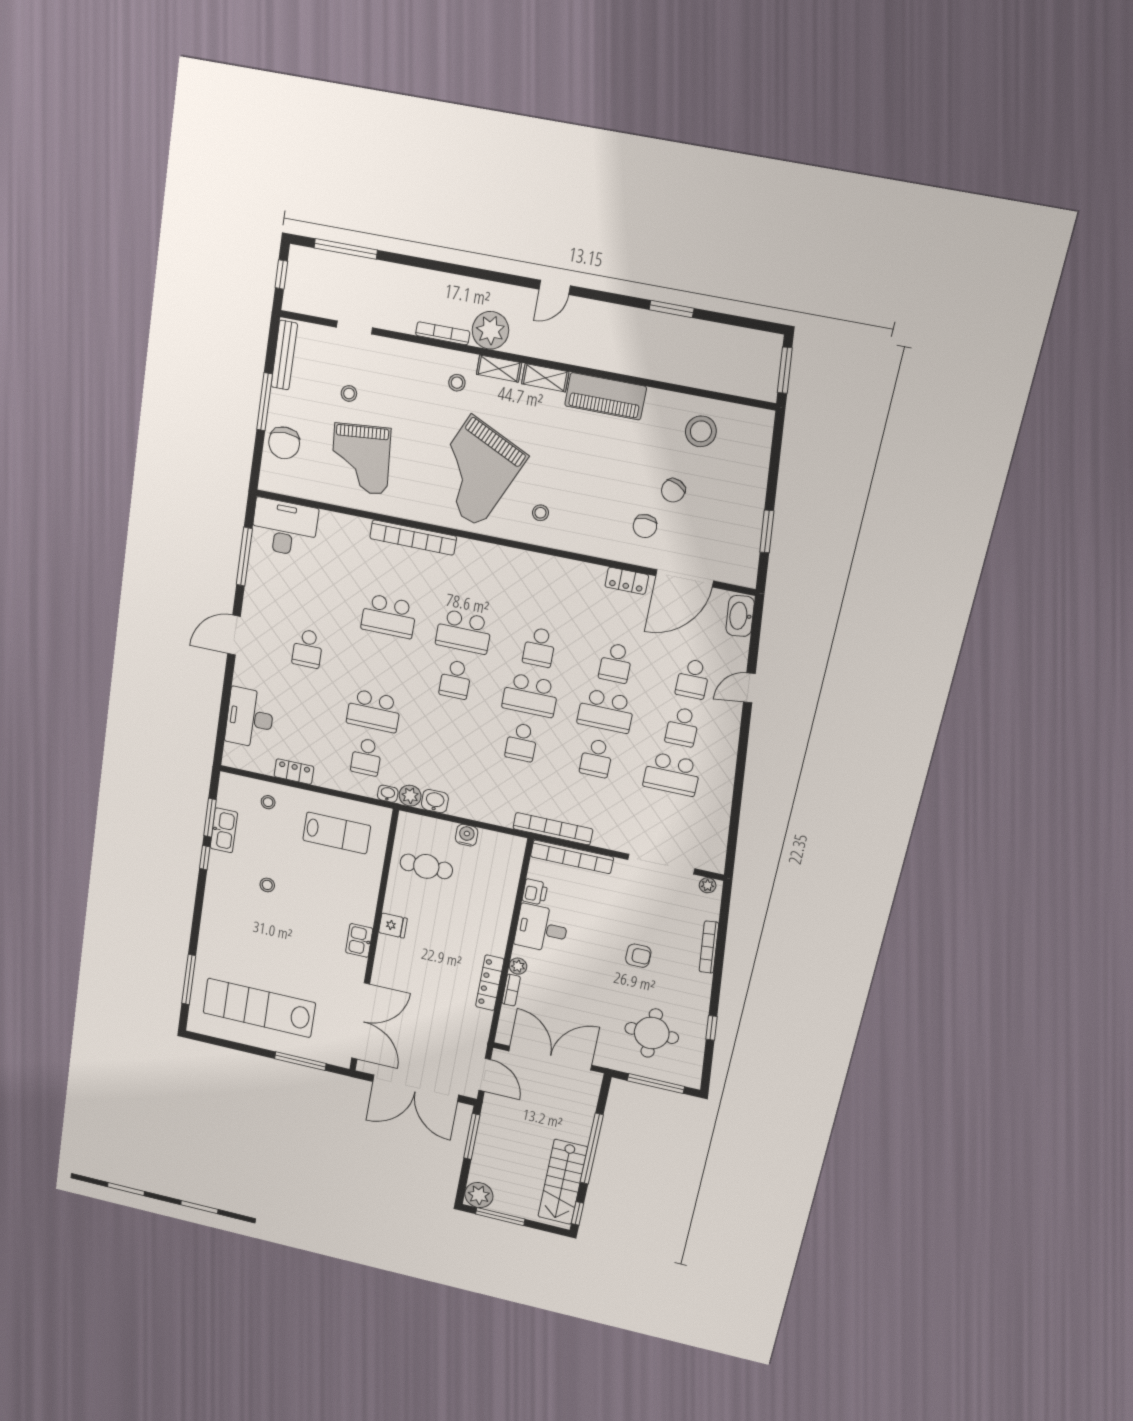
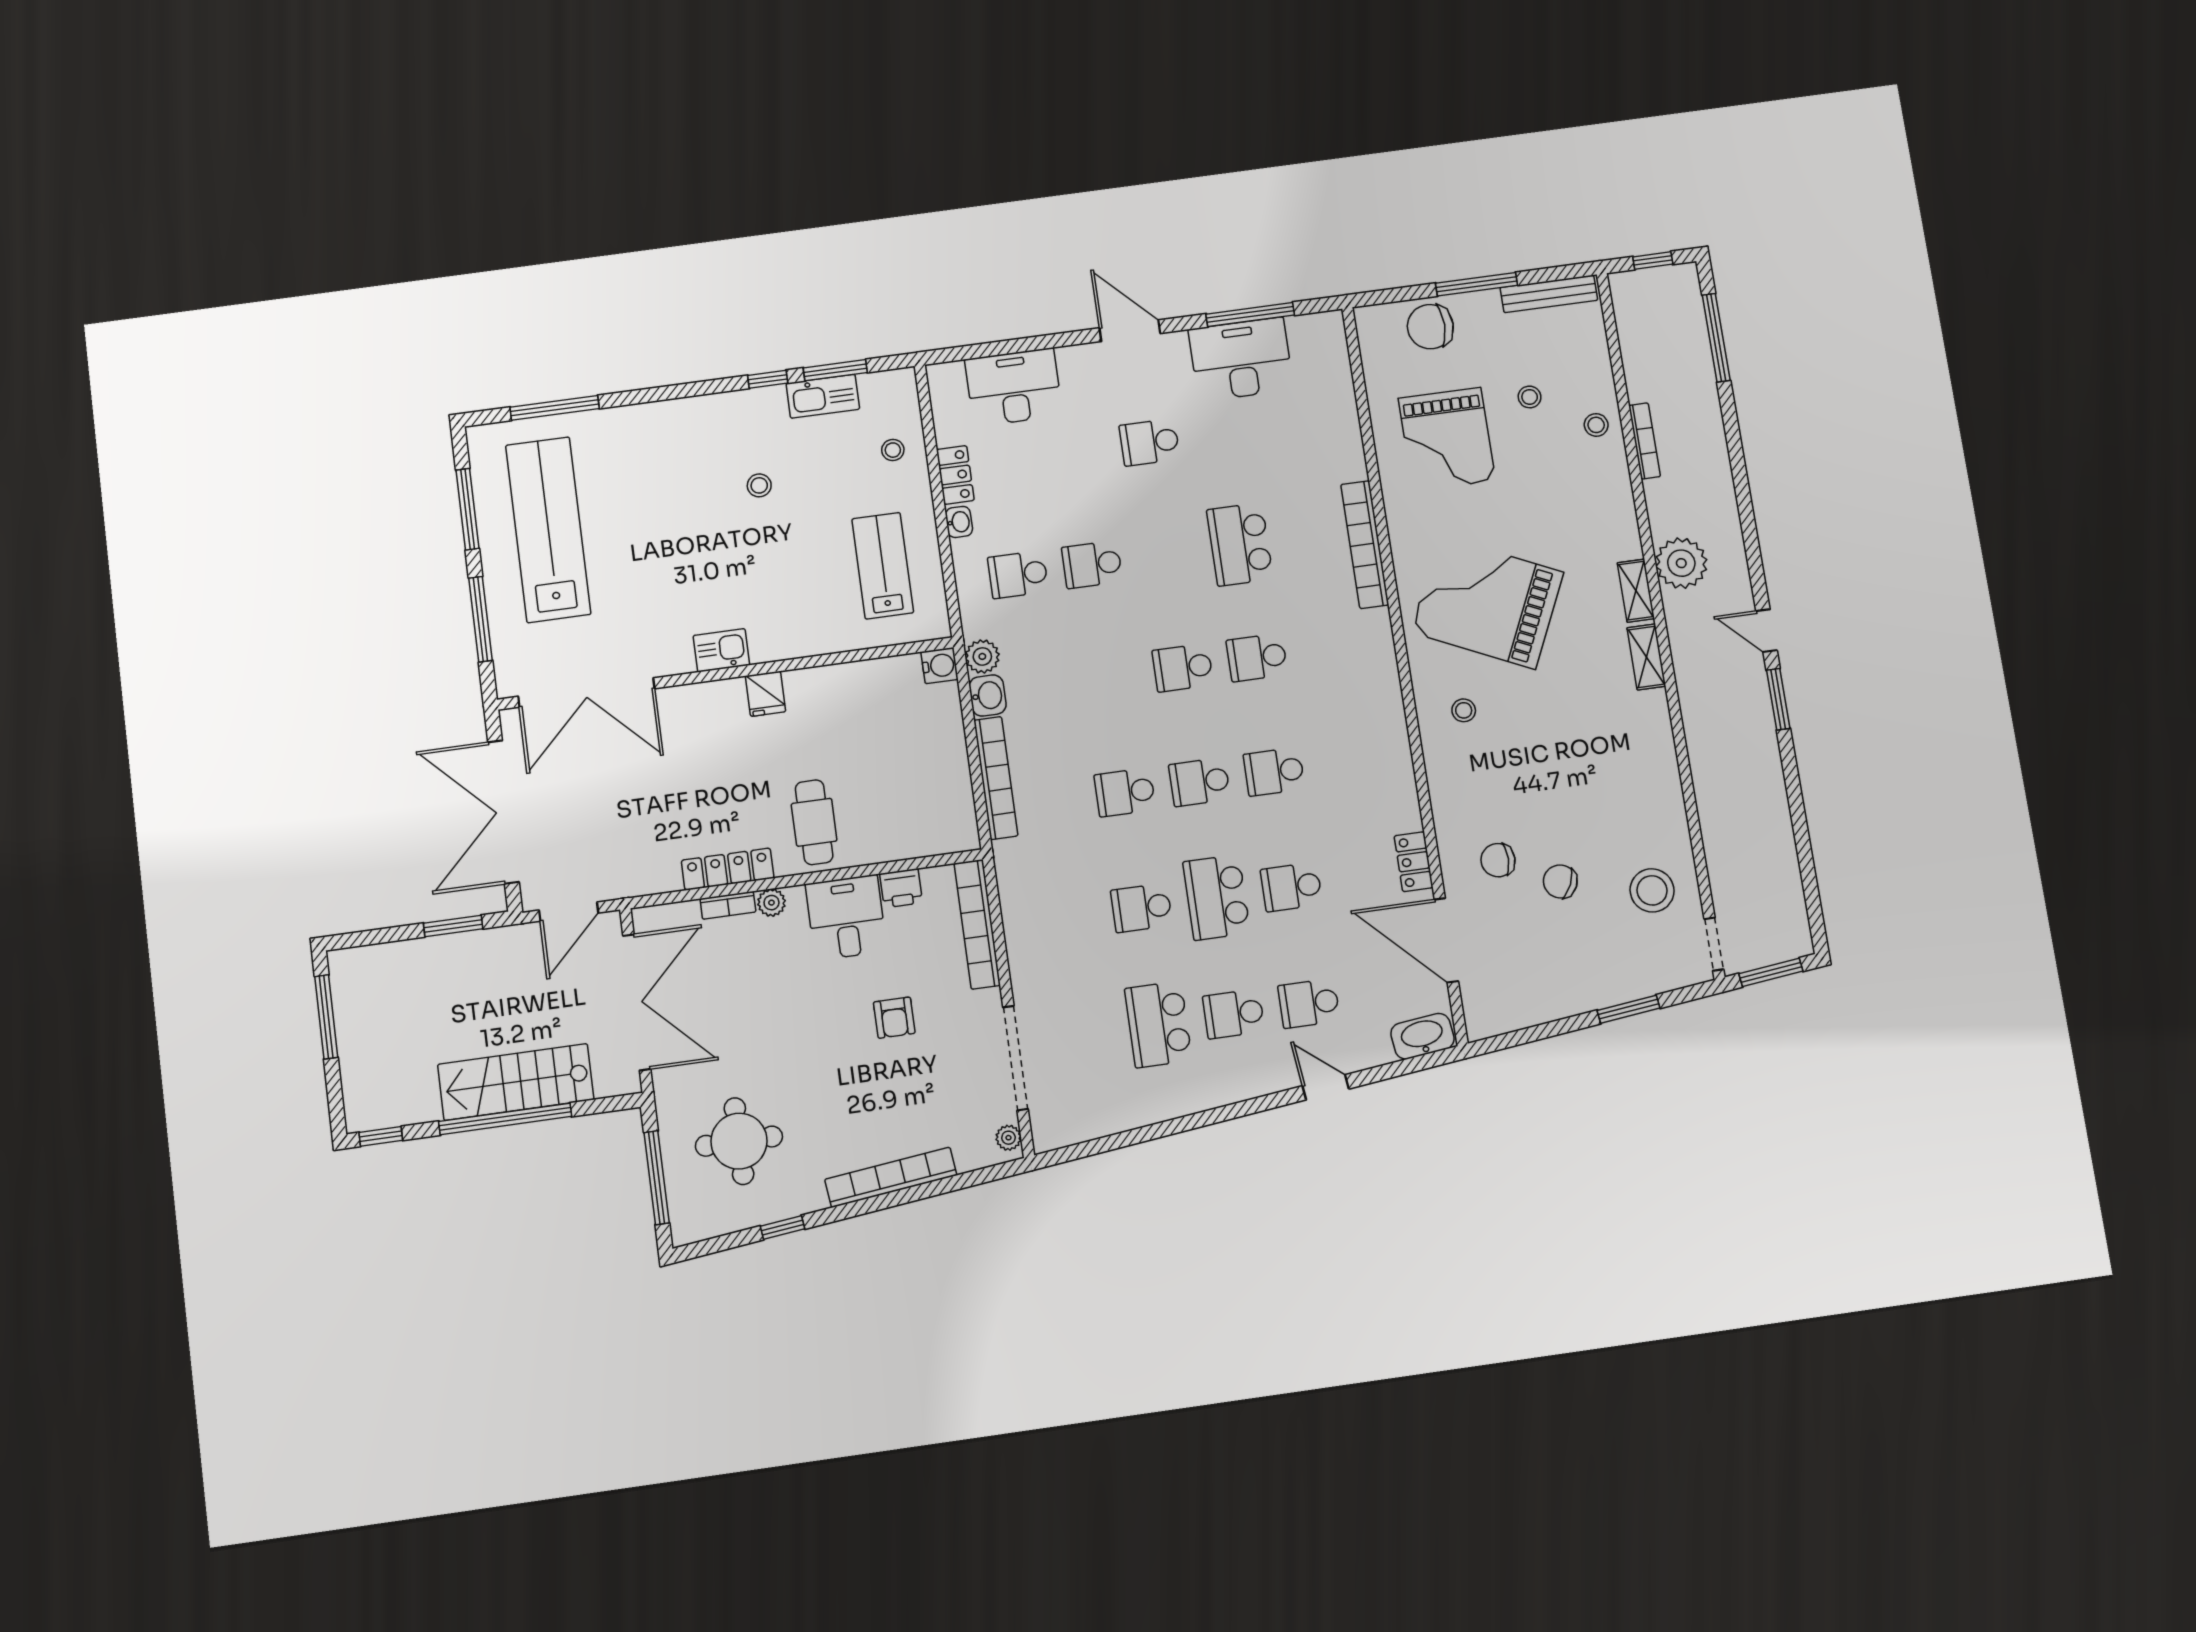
window: (672, 309) -> (1778, 699), moved
doorway: (354, 328) -> (1714, 944), moved
bookcase: (443, 333) -> (1645, 441), moved
stool: (457, 383) -> (1596, 425), moved
piano: (606, 396) -> (1652, 746), removed
grand piano: (361, 459) -> (1447, 439), turned -85
desk: (284, 528) -> (1241, 359), moved, turned -90
window: (767, 531) -> (1628, 1009), moved
school desk: (464, 632) -> (1257, 657), width x0.54
school desk: (530, 695) -> (1200, 782), width x0.54
school desk: (374, 711) -> (1092, 564), width x0.54
washbasin: (388, 794) -> (959, 522), moved
bookcase: (553, 829) -> (996, 778), moved
lab bench: (337, 833) -> (883, 566), turned 180
water cooler: (467, 835) -> (939, 666), moved
cafe table: (426, 866) -> (814, 822), moved
bookcase: (709, 947) -> (891, 1177), width x1.48, depth x1.31
armchair: (638, 956) -> (894, 1018), moved
window: (235, 1046) -> (468, 509), added
window: (472, 1136) -> (453, 926), width x0.69
stairs: (563, 1182) -> (516, 1082), moved
plant: (479, 1195) -> (352, 971), removed

